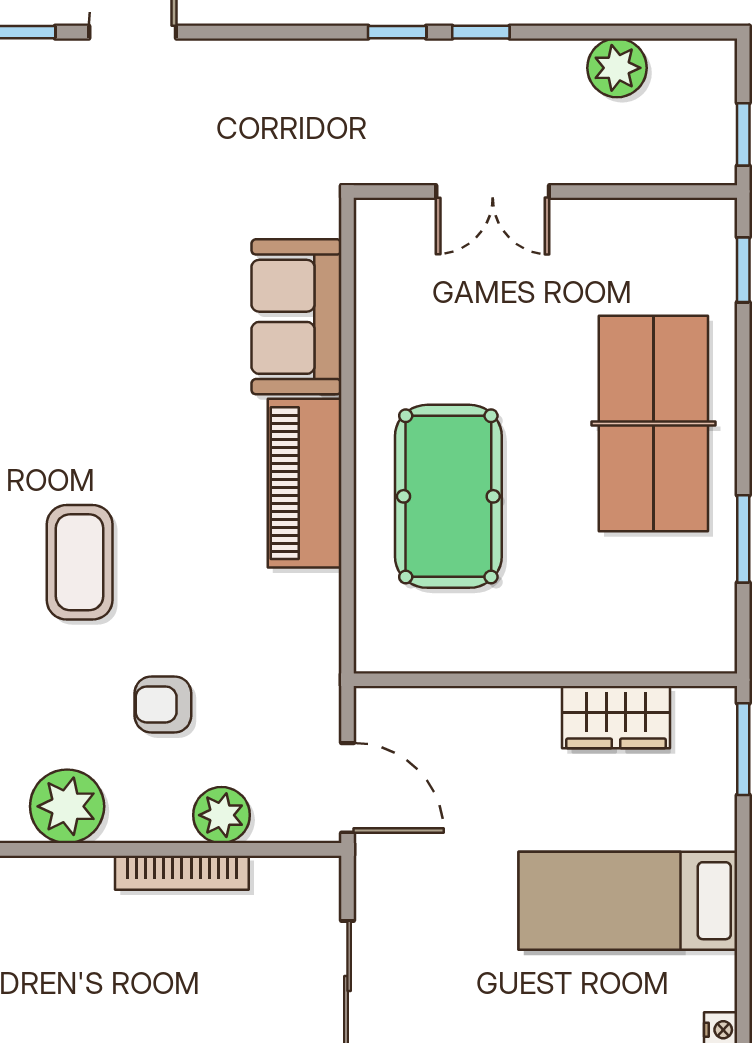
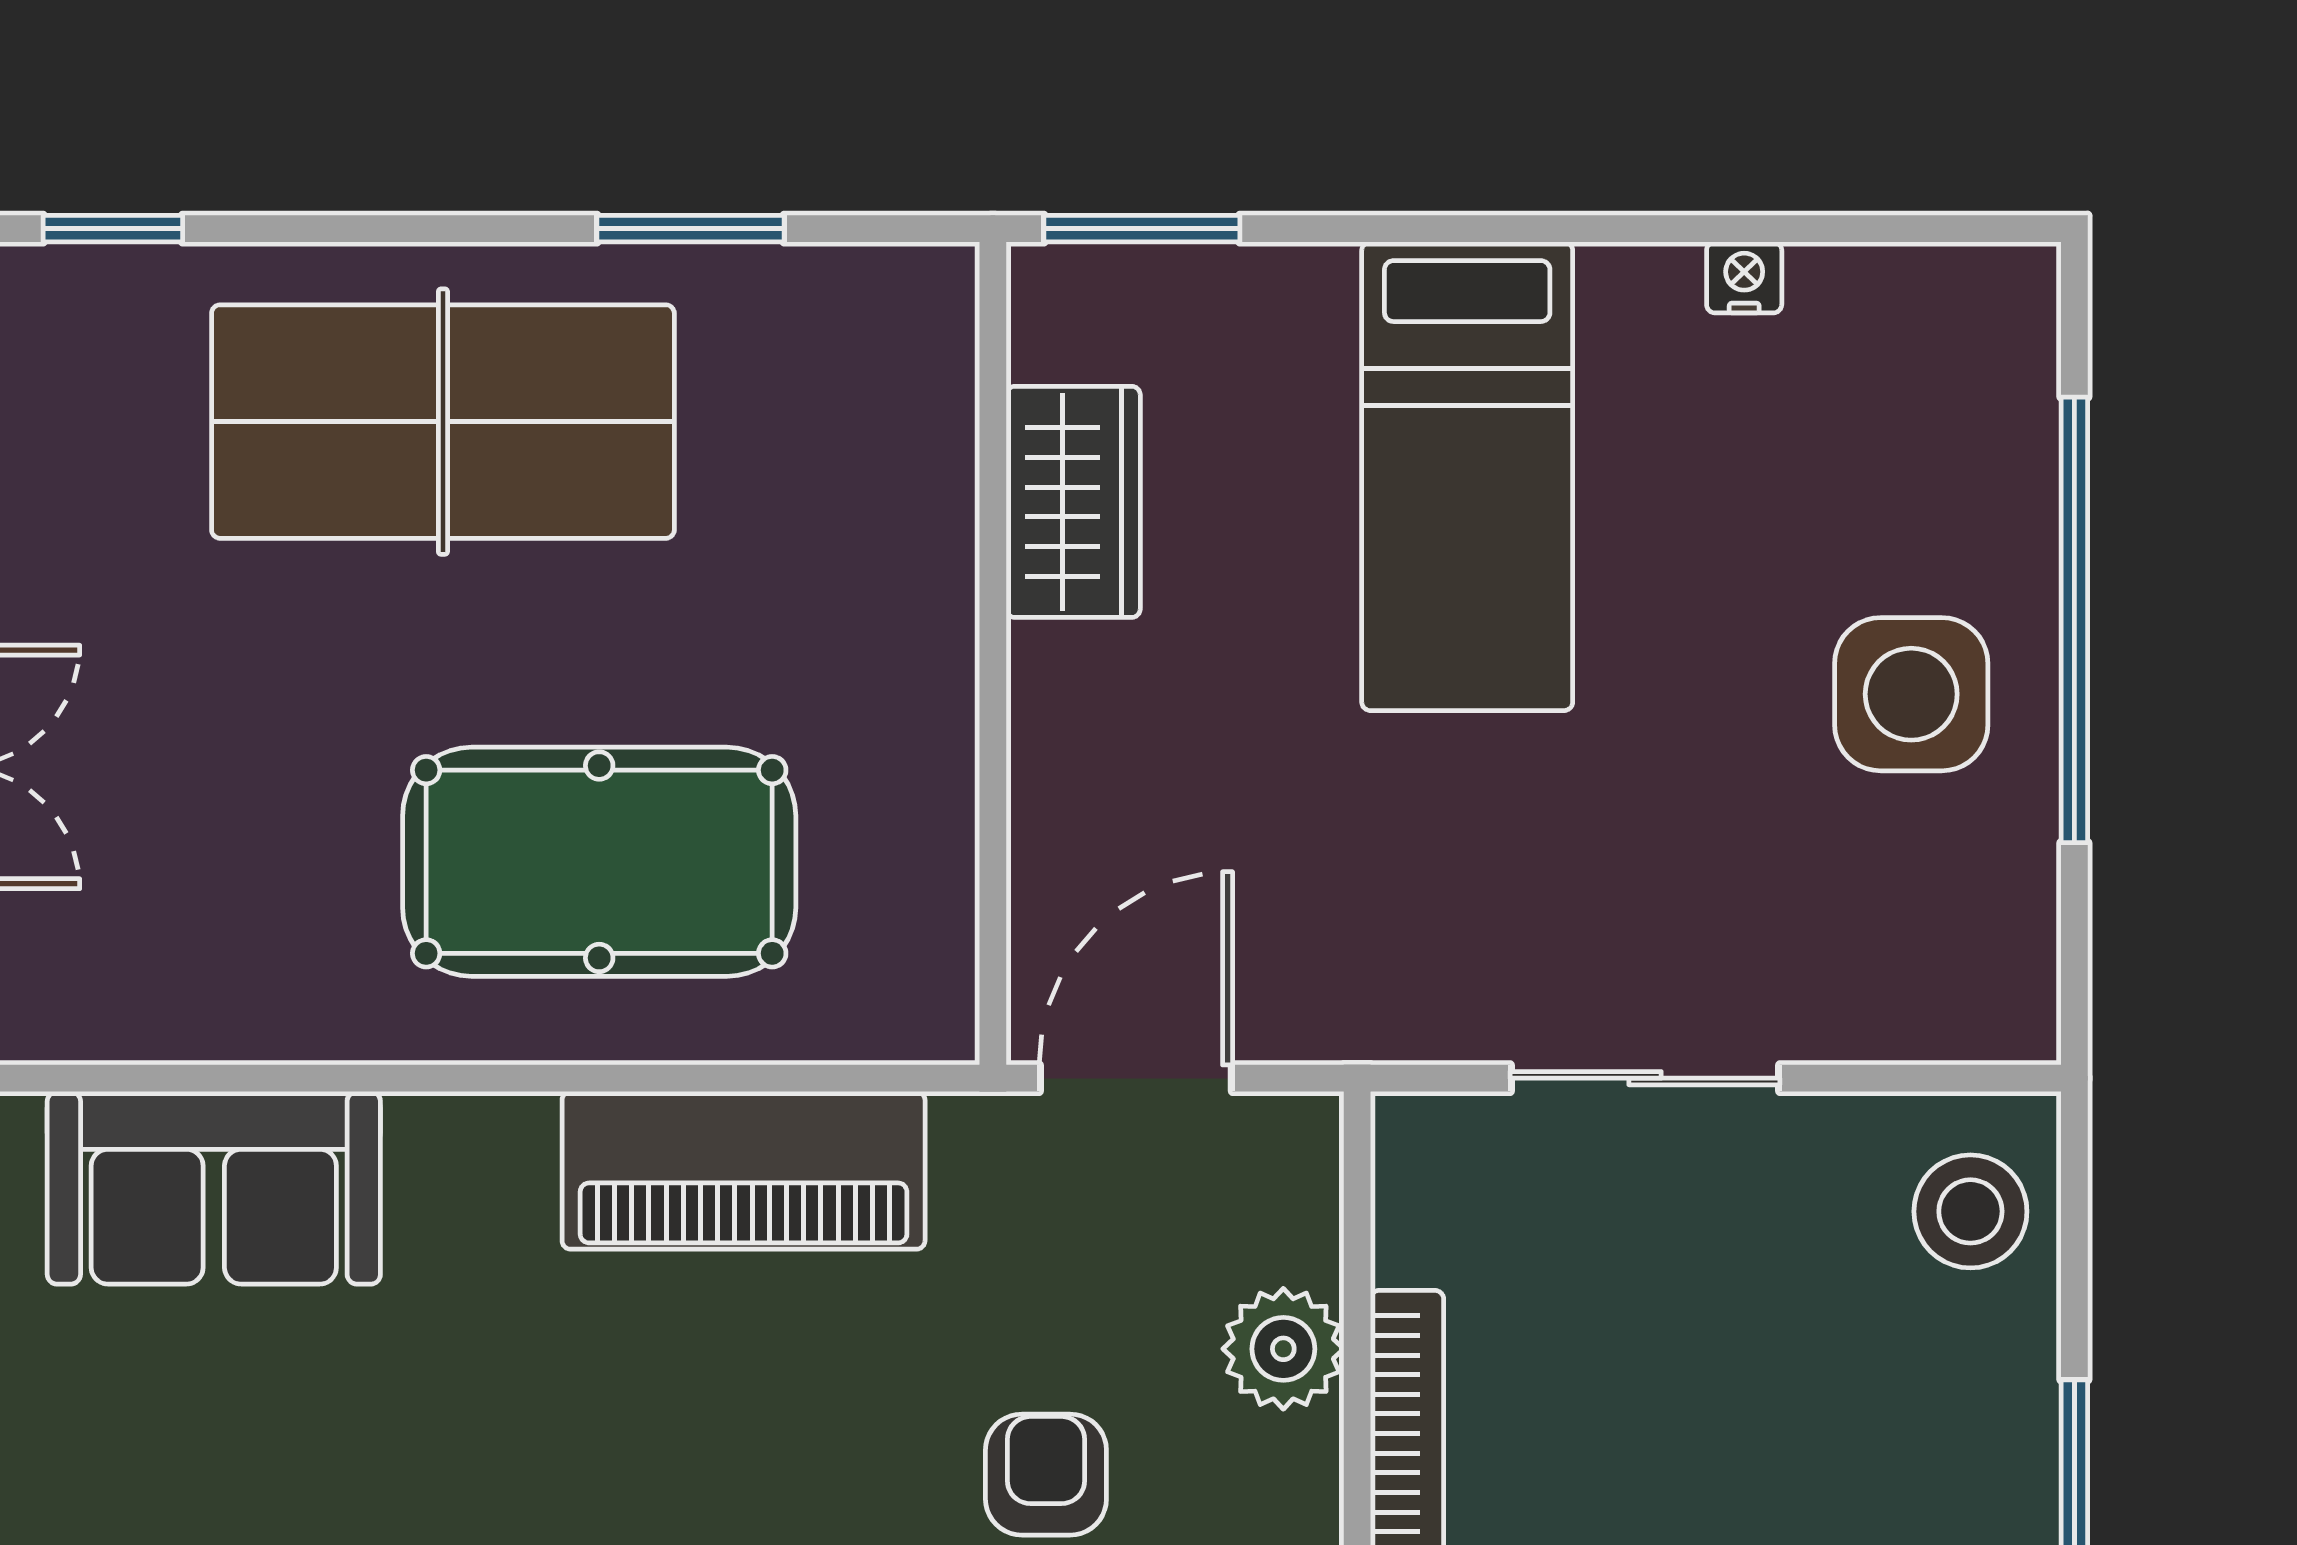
piano: (305, 483) -> (744, 1170), moved
armchair: (163, 704) -> (1046, 1475), turned 180
door: (348, 788) -> (1136, 1078), moved

